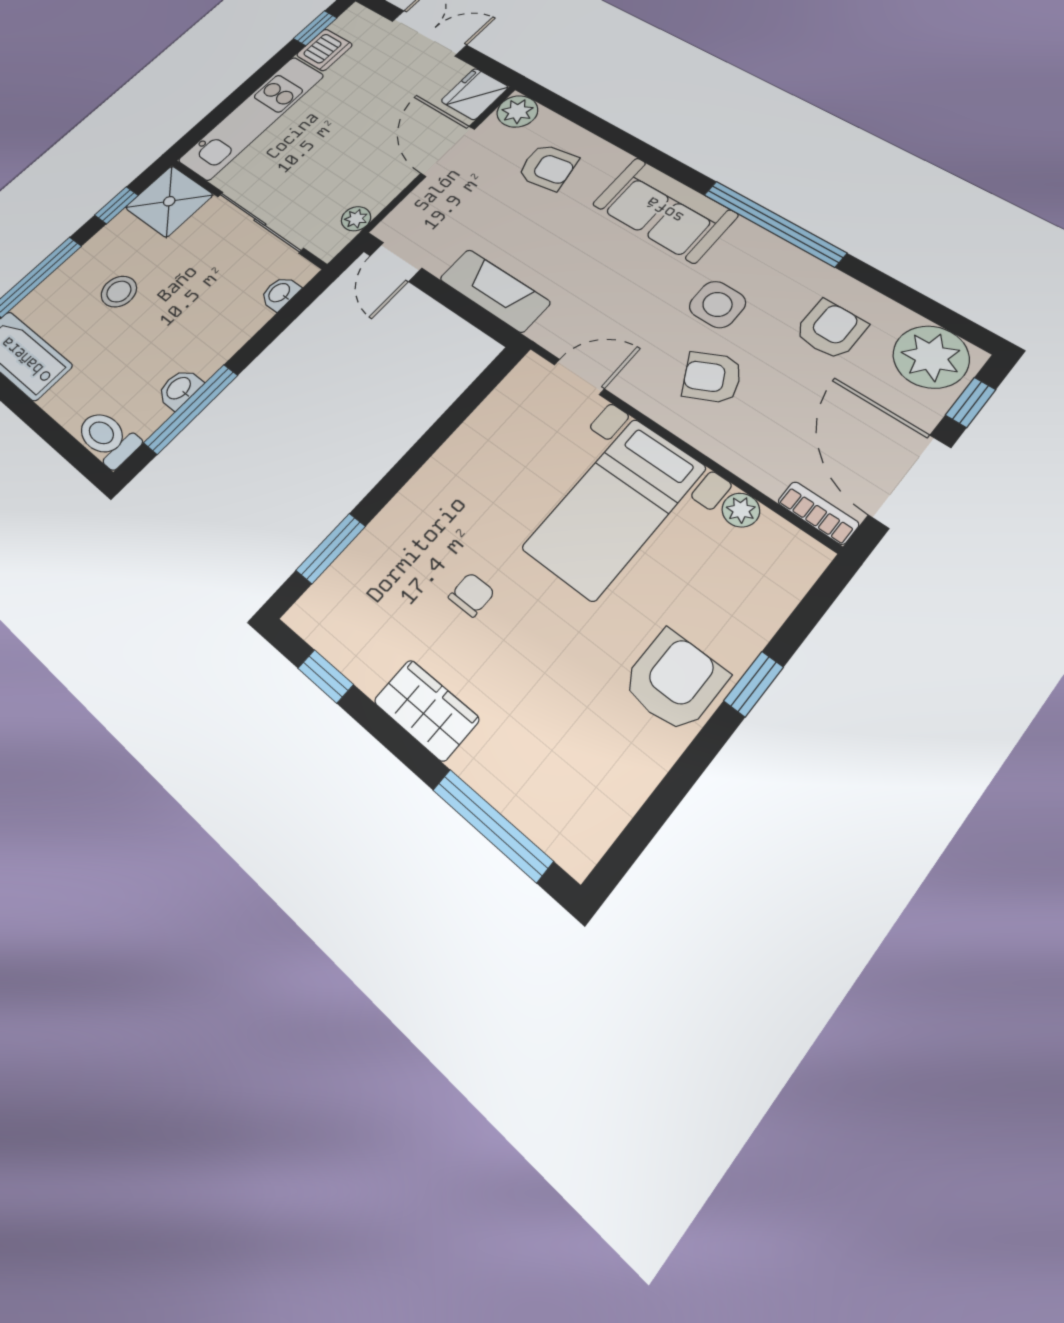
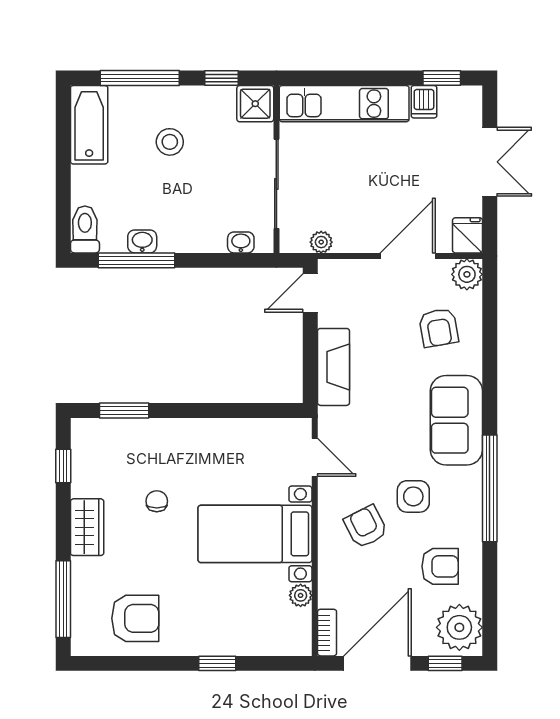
dishwasher: (324, 50) -> (424, 102), width x0.73
fridge: (475, 94) -> (468, 235), width x0.72
shower: (169, 201) -> (255, 104), width x0.73, depth x0.73
chair: (472, 595) -> (157, 501), turned -90
armchair: (674, 681) -> (135, 618), moved

